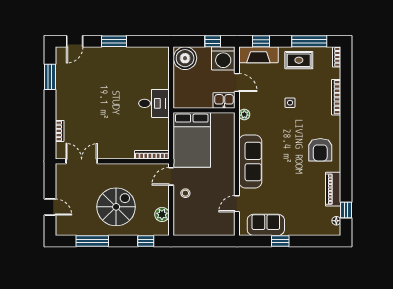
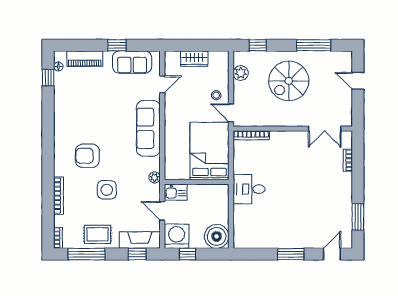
side table: (290, 103) -> (107, 190), width x1.87, depth x1.87
armchair: (320, 150) -> (87, 156), moved, turned -90
door: (171, 176) -> (231, 113), swing flipped
piano: (333, 189) -> (85, 59), moved, turned 90
wardrobe: (206, 228) -> (194, 59), added

